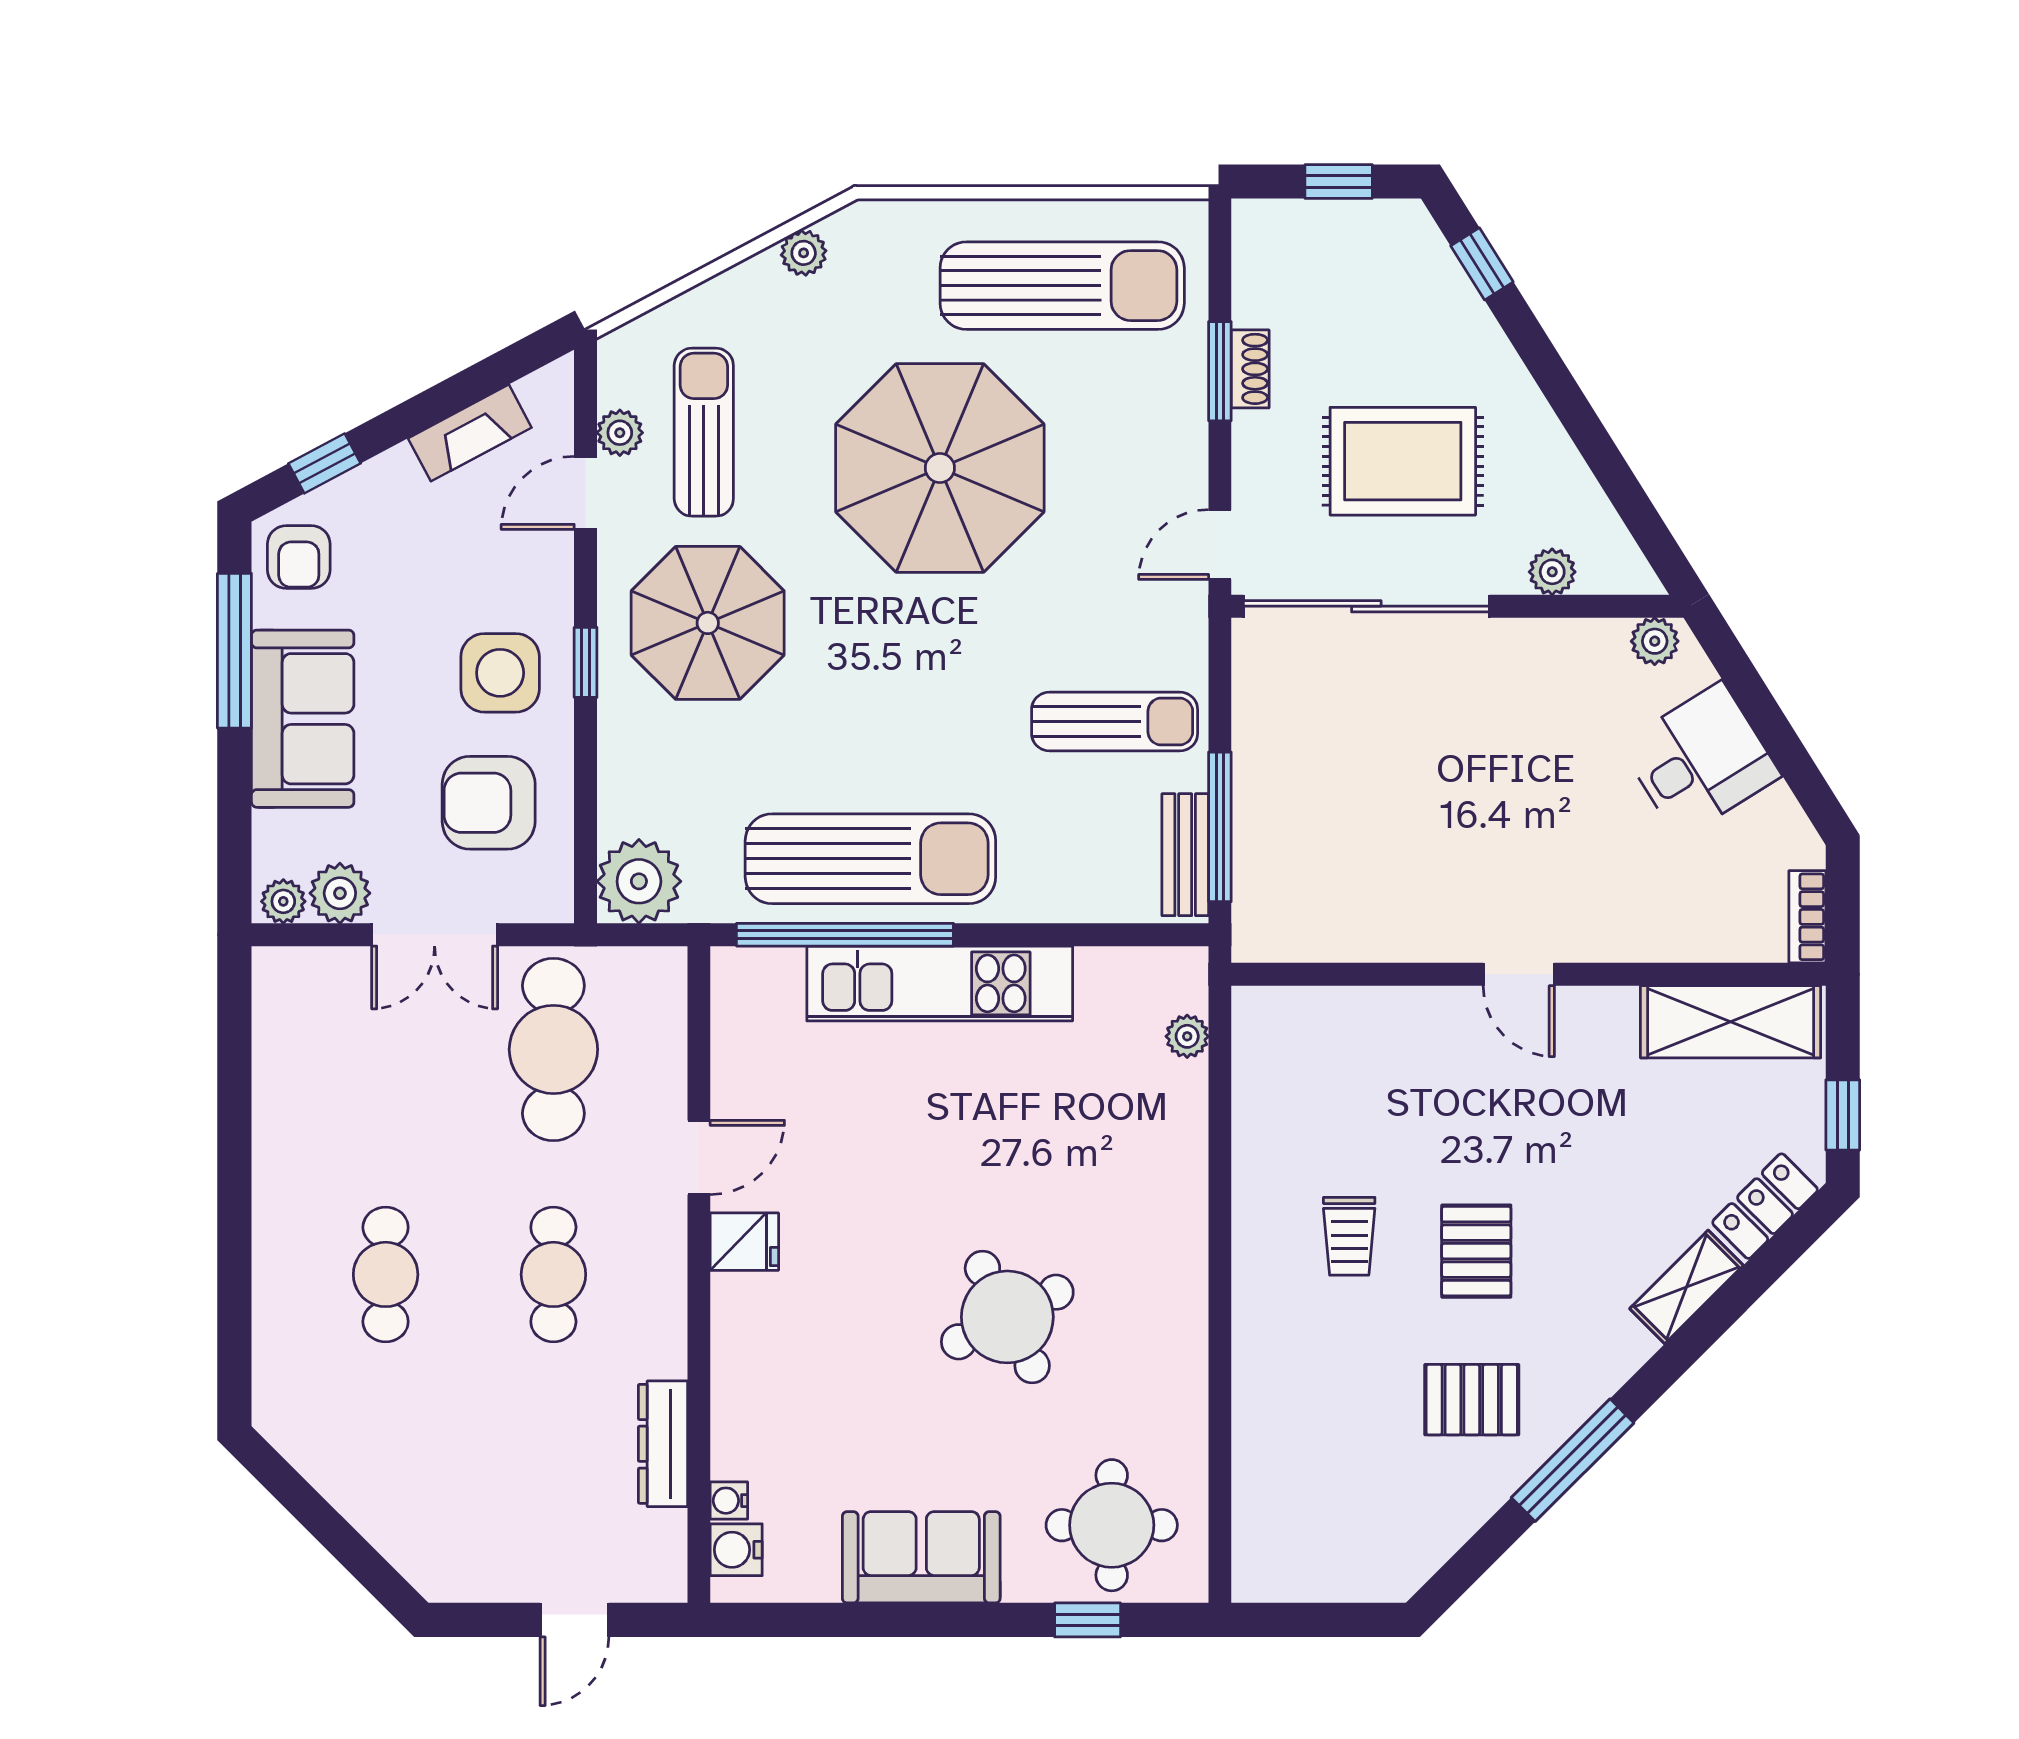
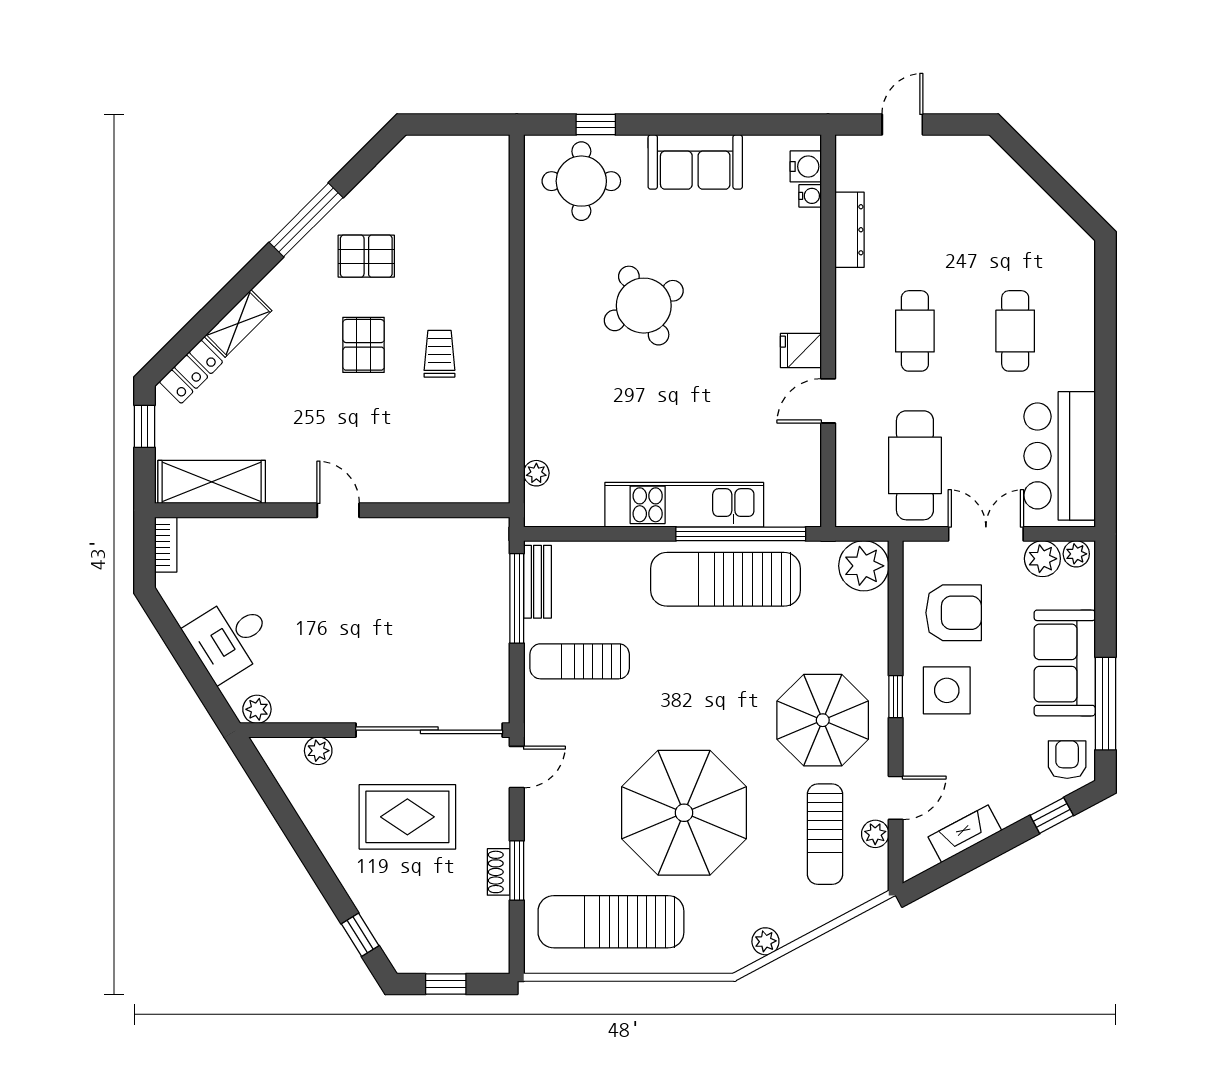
bar counter: (311, 1065) -> (1060, 456), added

